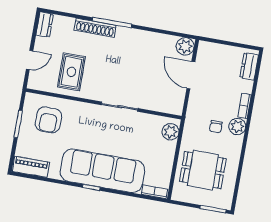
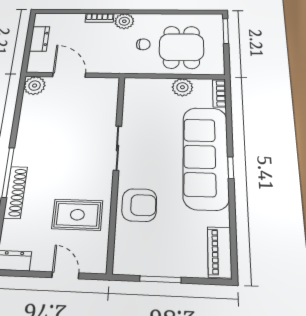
dresser: (249, 66) -> (40, 39), moved, turned -90
door: (191, 75) -> (69, 75), swing flipped
armchair: (48, 120) -> (139, 205), moved
chair: (216, 127) -> (143, 44), moved
plant: (170, 132) -> (182, 87), moved

